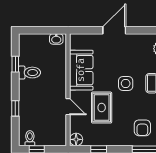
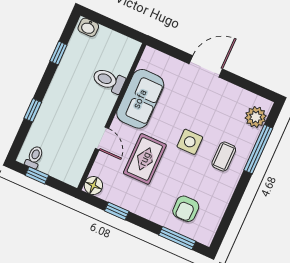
washbasin: (56, 39) -> (88, 27), moved
toilet: (30, 73) -> (109, 80), moved, turned 180

